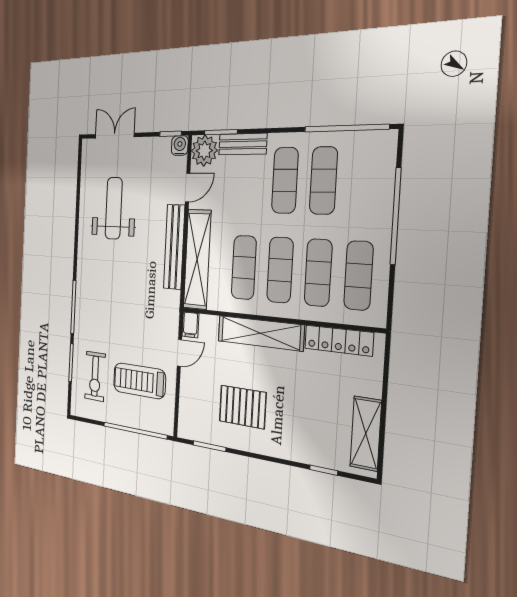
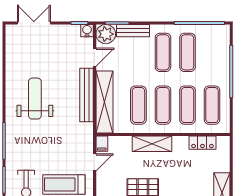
weight bench: (114, 208) -> (35, 99), moved
shelving: (260, 333) -> (152, 144), width x0.68
locker: (339, 341) -> (202, 143), width x0.66

